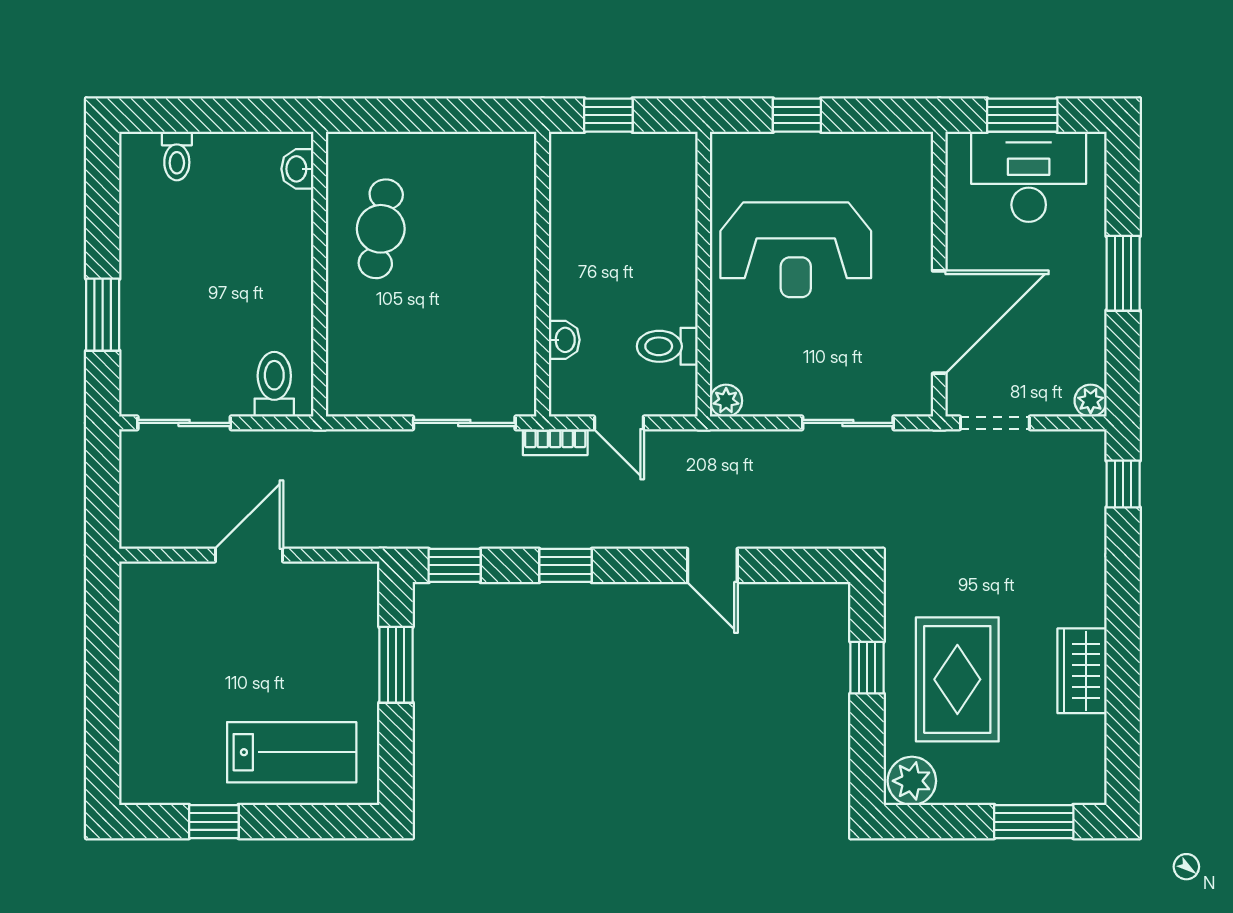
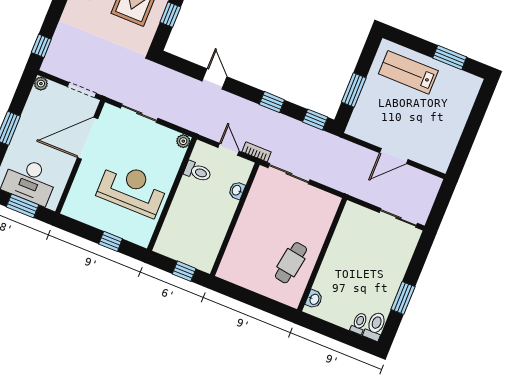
window: (103, 315) -> (403, 298), moved
toilet: (274, 384) -> (375, 326), moved, turned 180
window: (214, 822) -> (450, 58), width x1.50

